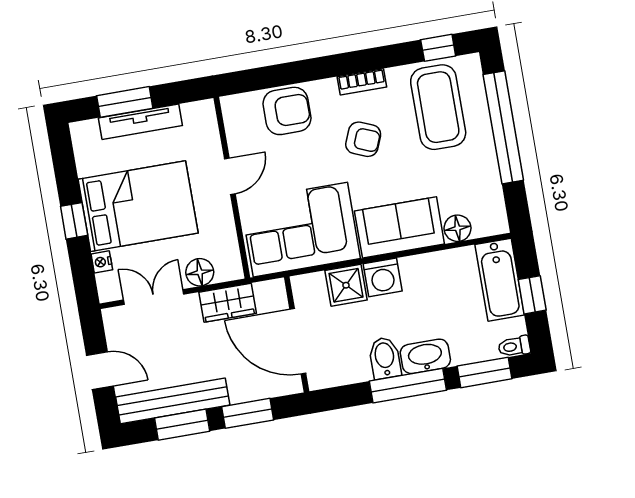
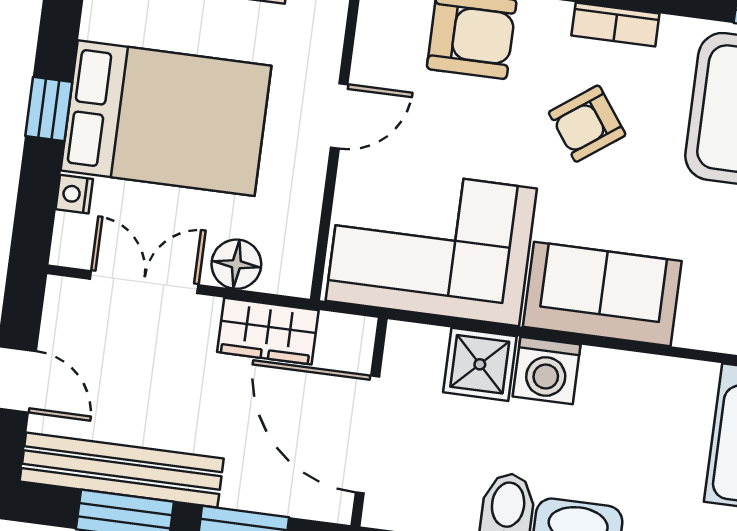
armchair: (363, 139) -> (587, 124), turned 122
floor lamp: (457, 228) -> (701, 326), removed

